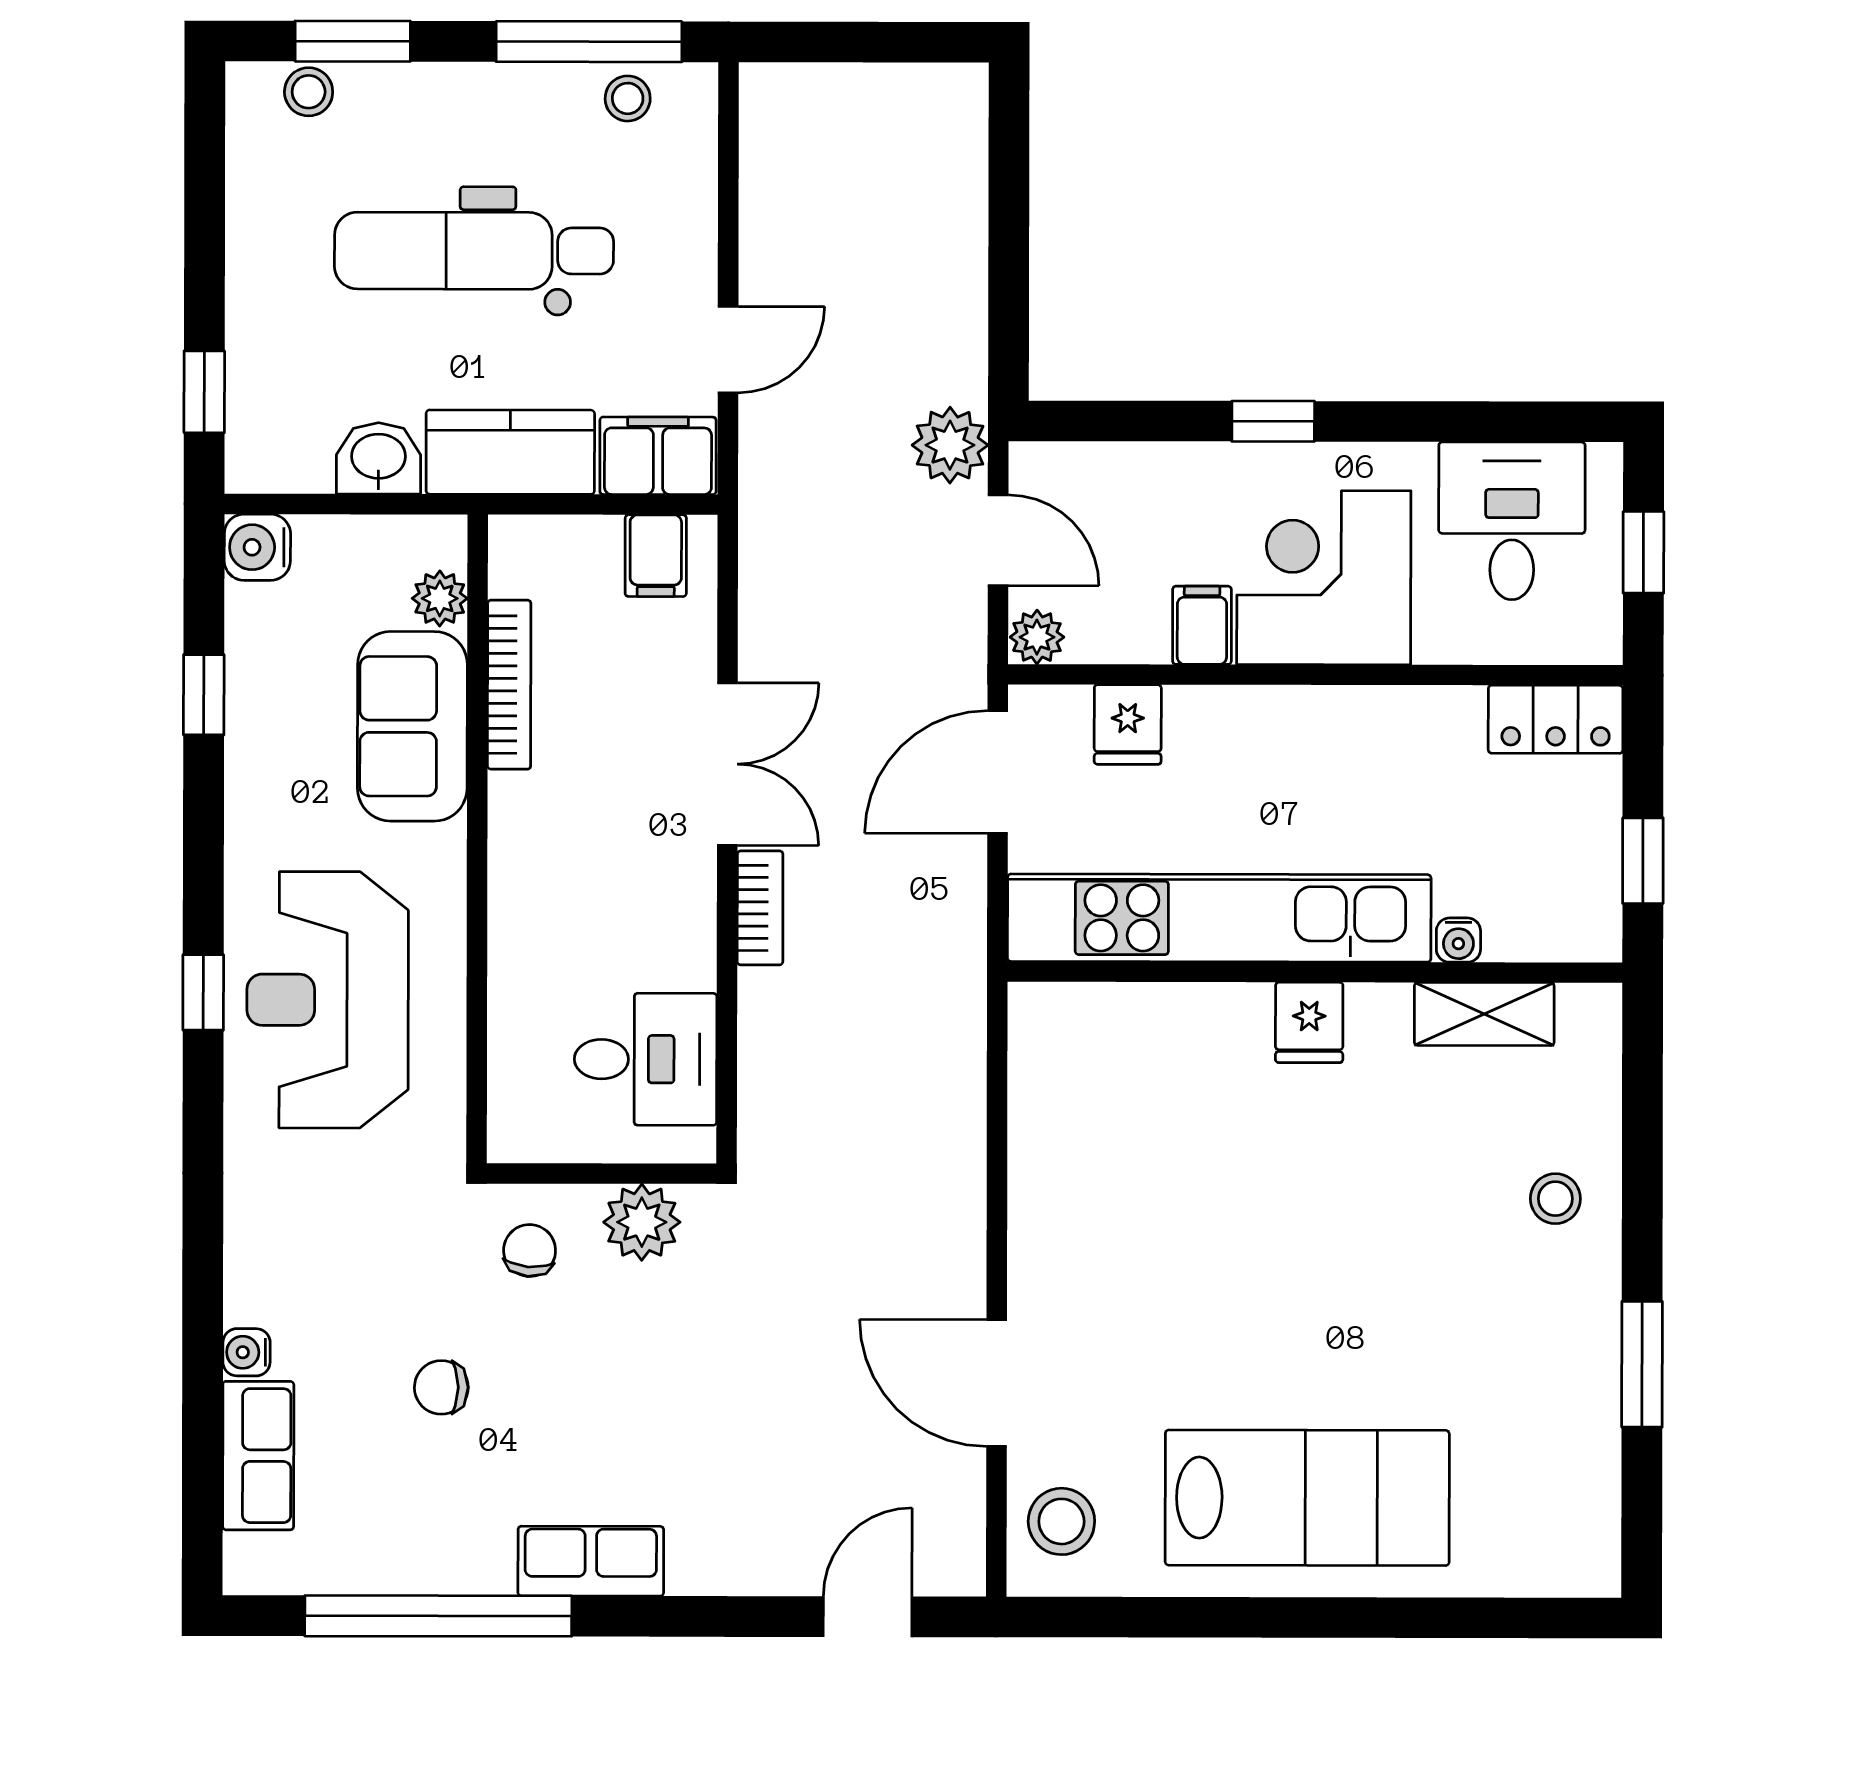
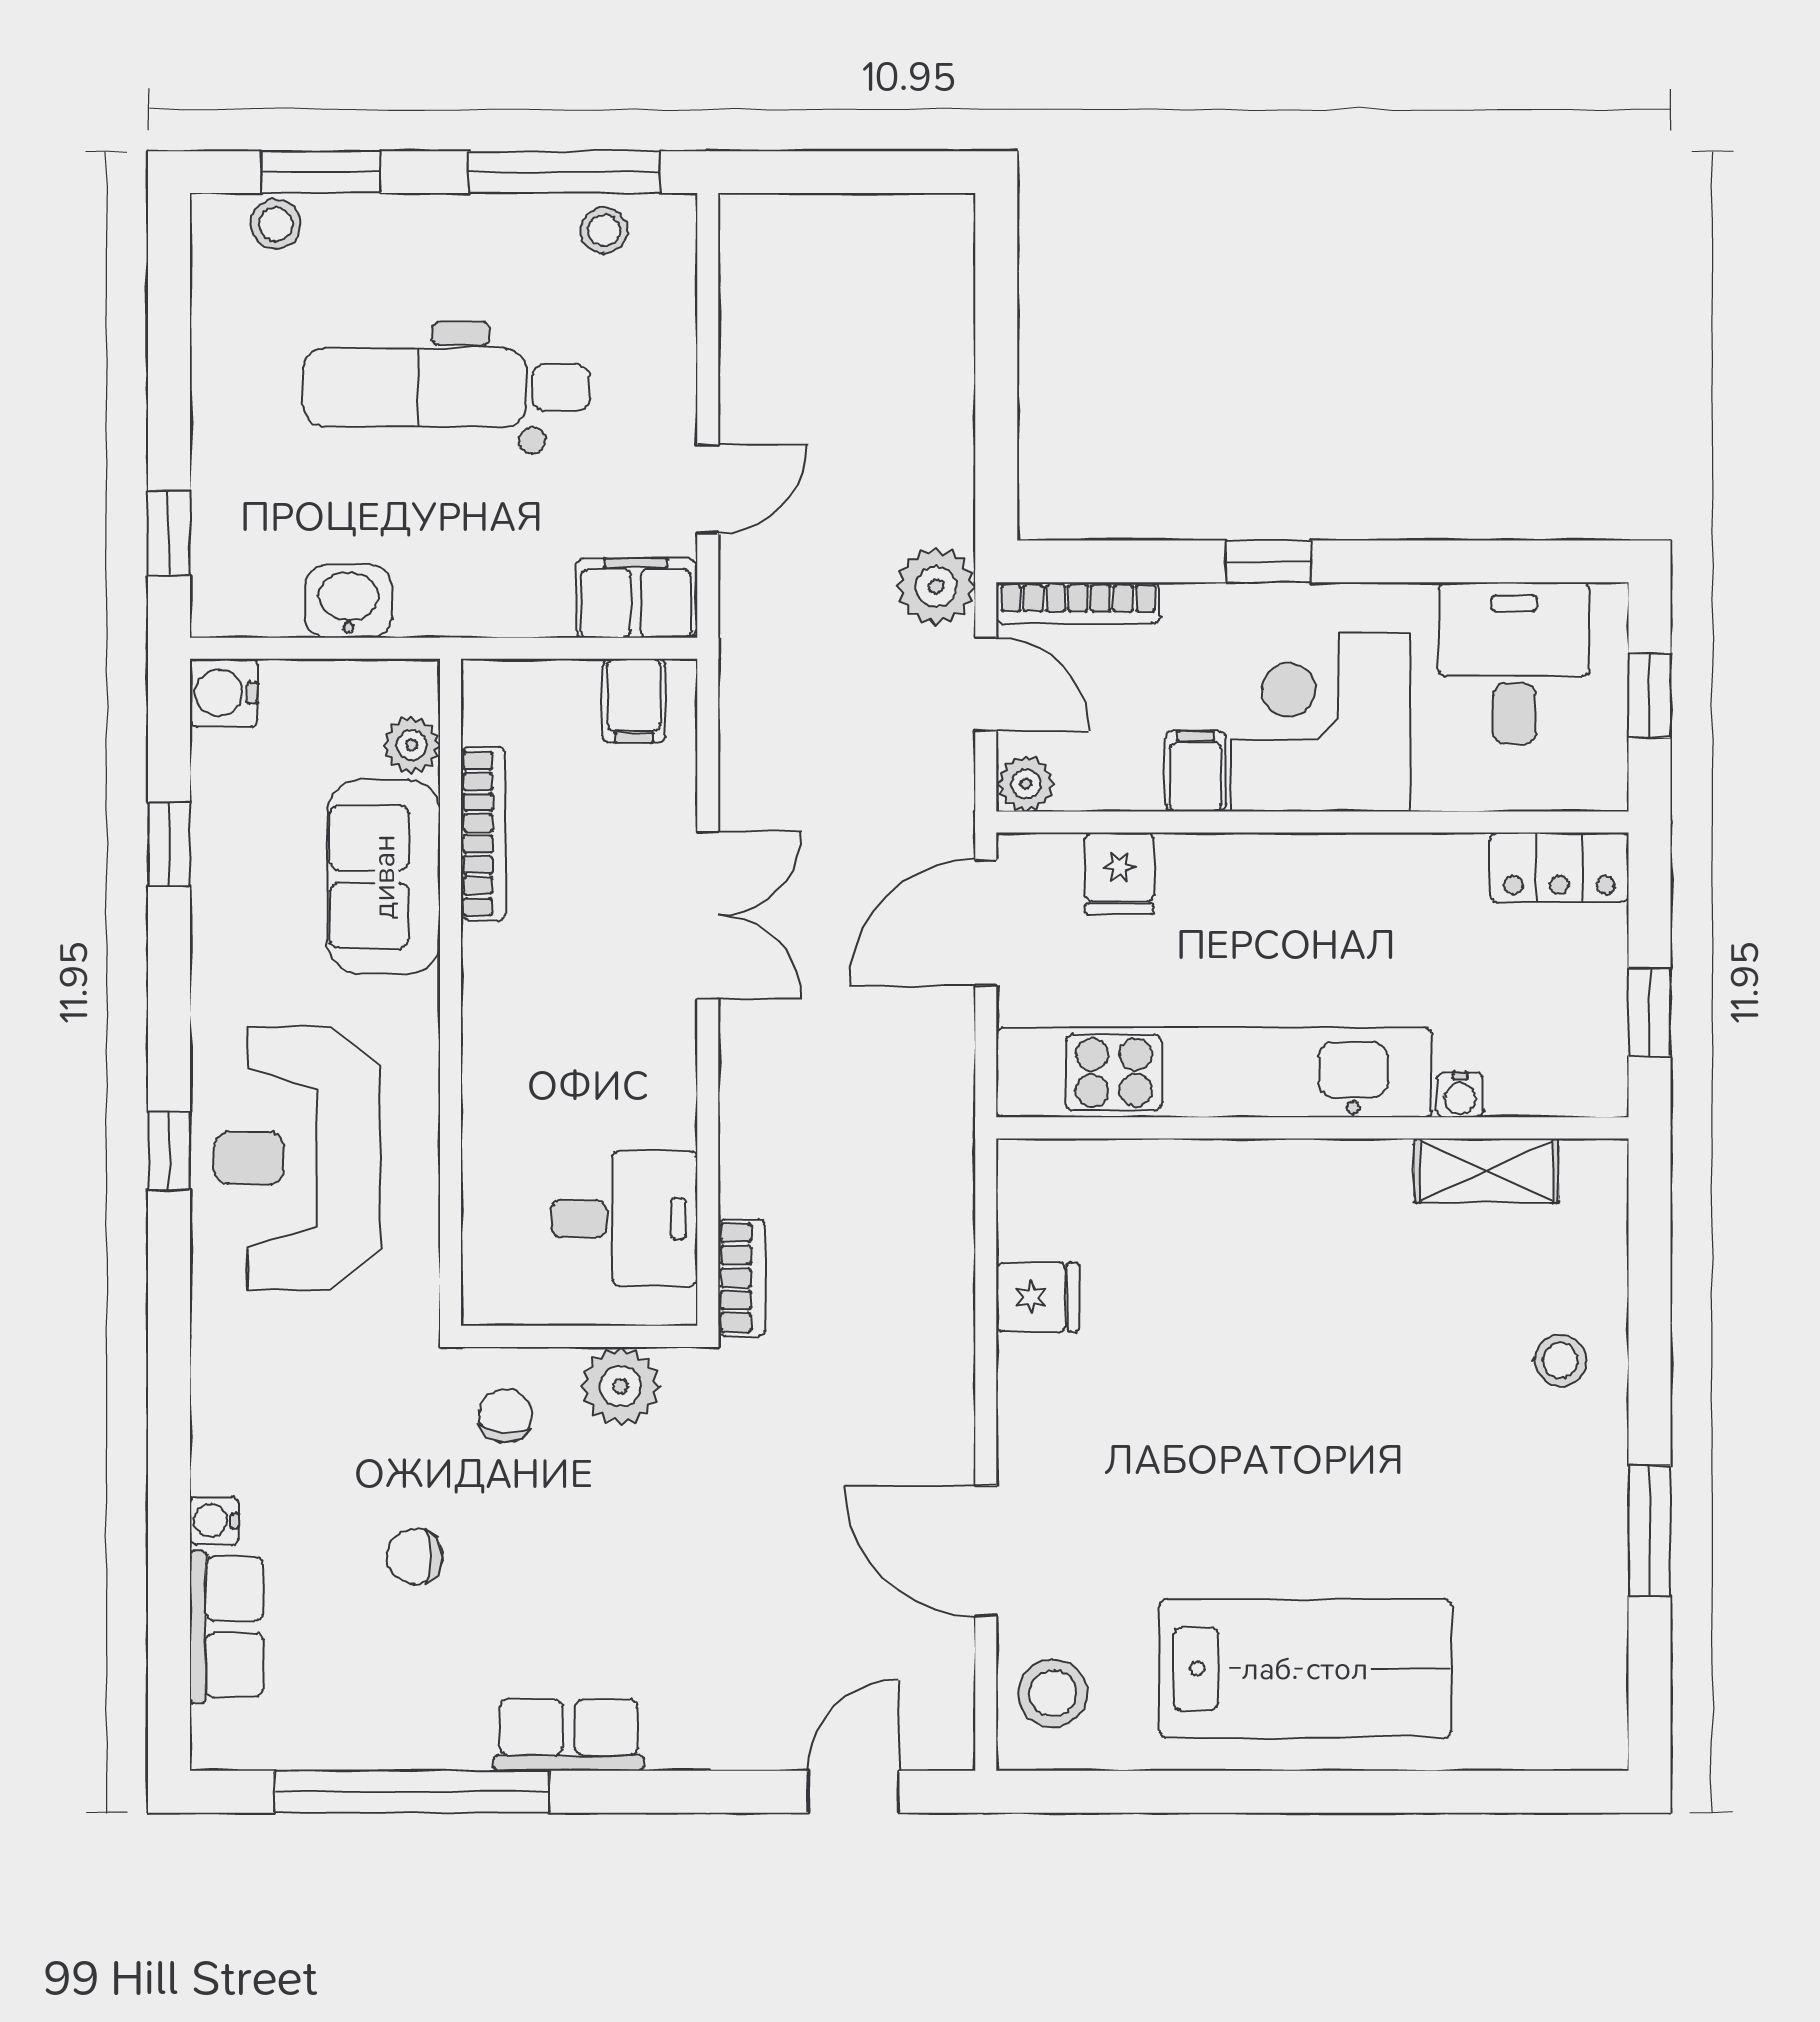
kitchen counter: (510, 452) -> (484, 595), removed
bookcase: (1088, 462) -> (1078, 603), added
bookcase: (760, 908) -> (742, 1278), moved
fridge: (1309, 1022) -> (1038, 1297), moved, turned -90

